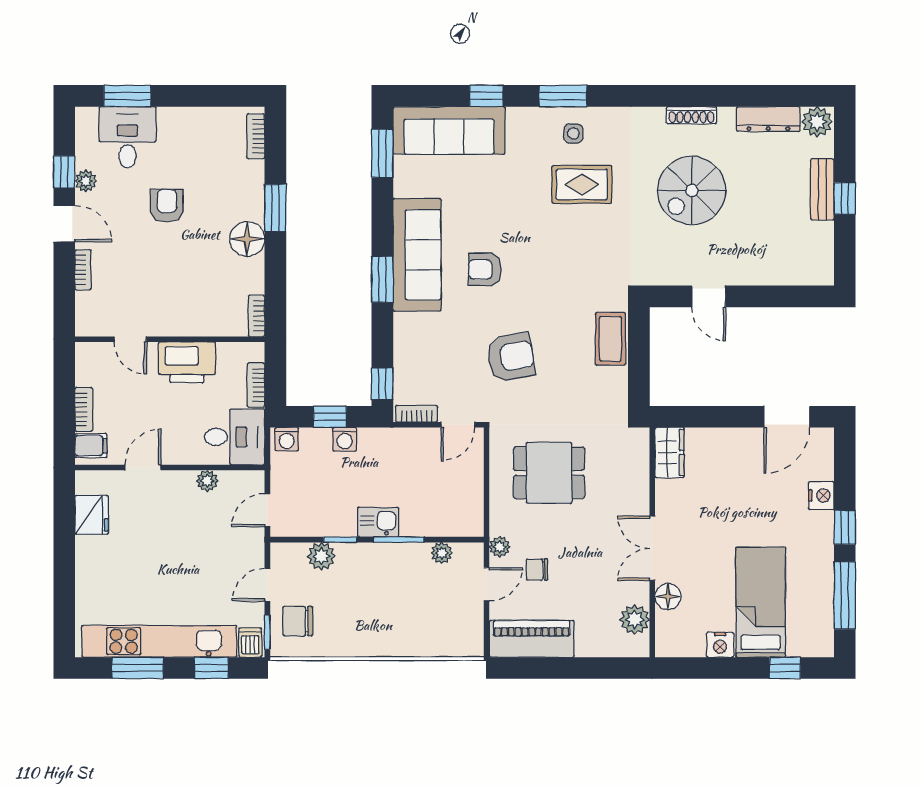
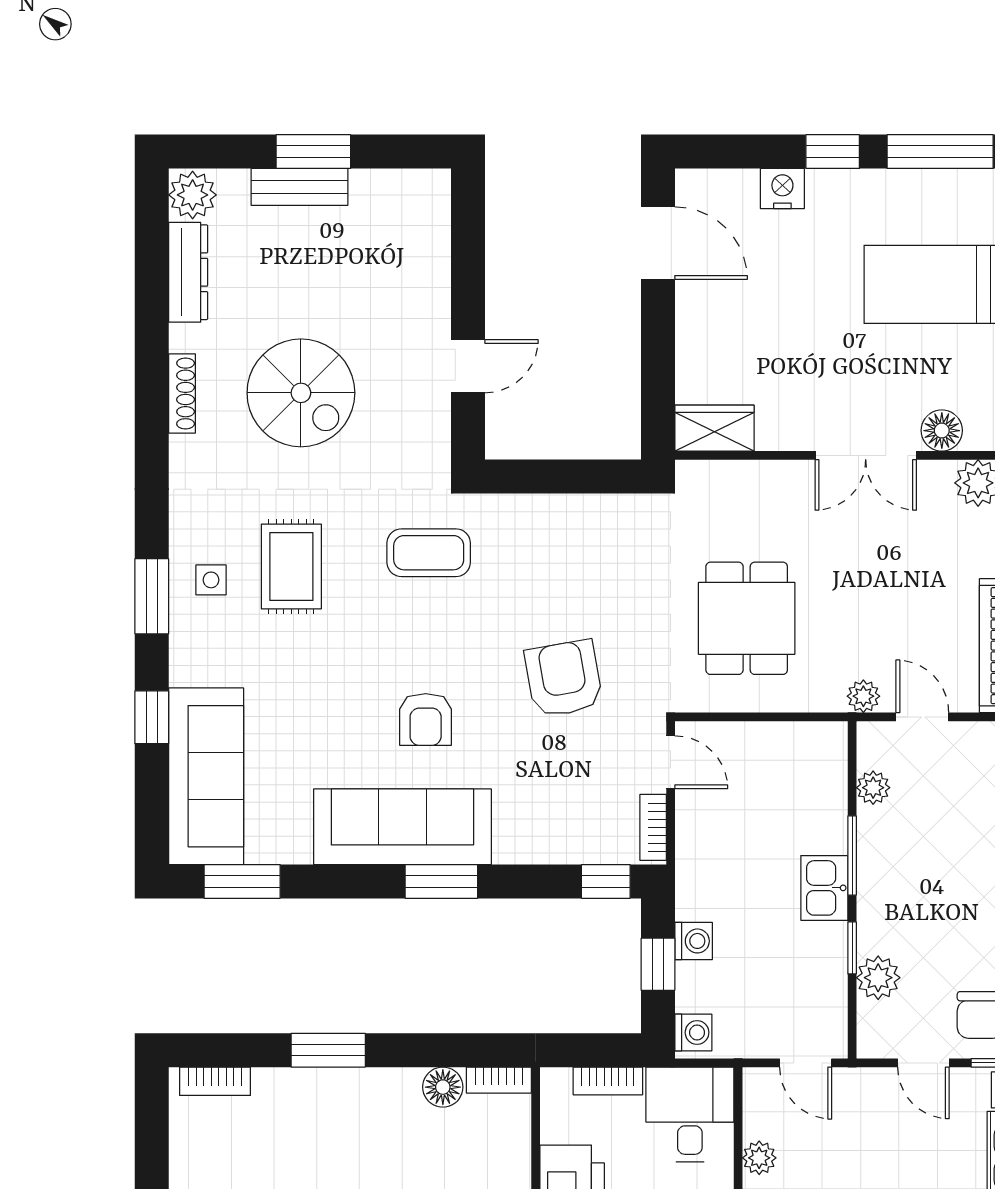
window: (845, 198) -> (313, 152), width x1.50
floor lamp: (247, 239) -> (443, 1087), moved, width x0.73, depth x0.73
coffee table: (610, 339) -> (429, 553), moved
chair: (537, 570) -> (899, 637), removed

